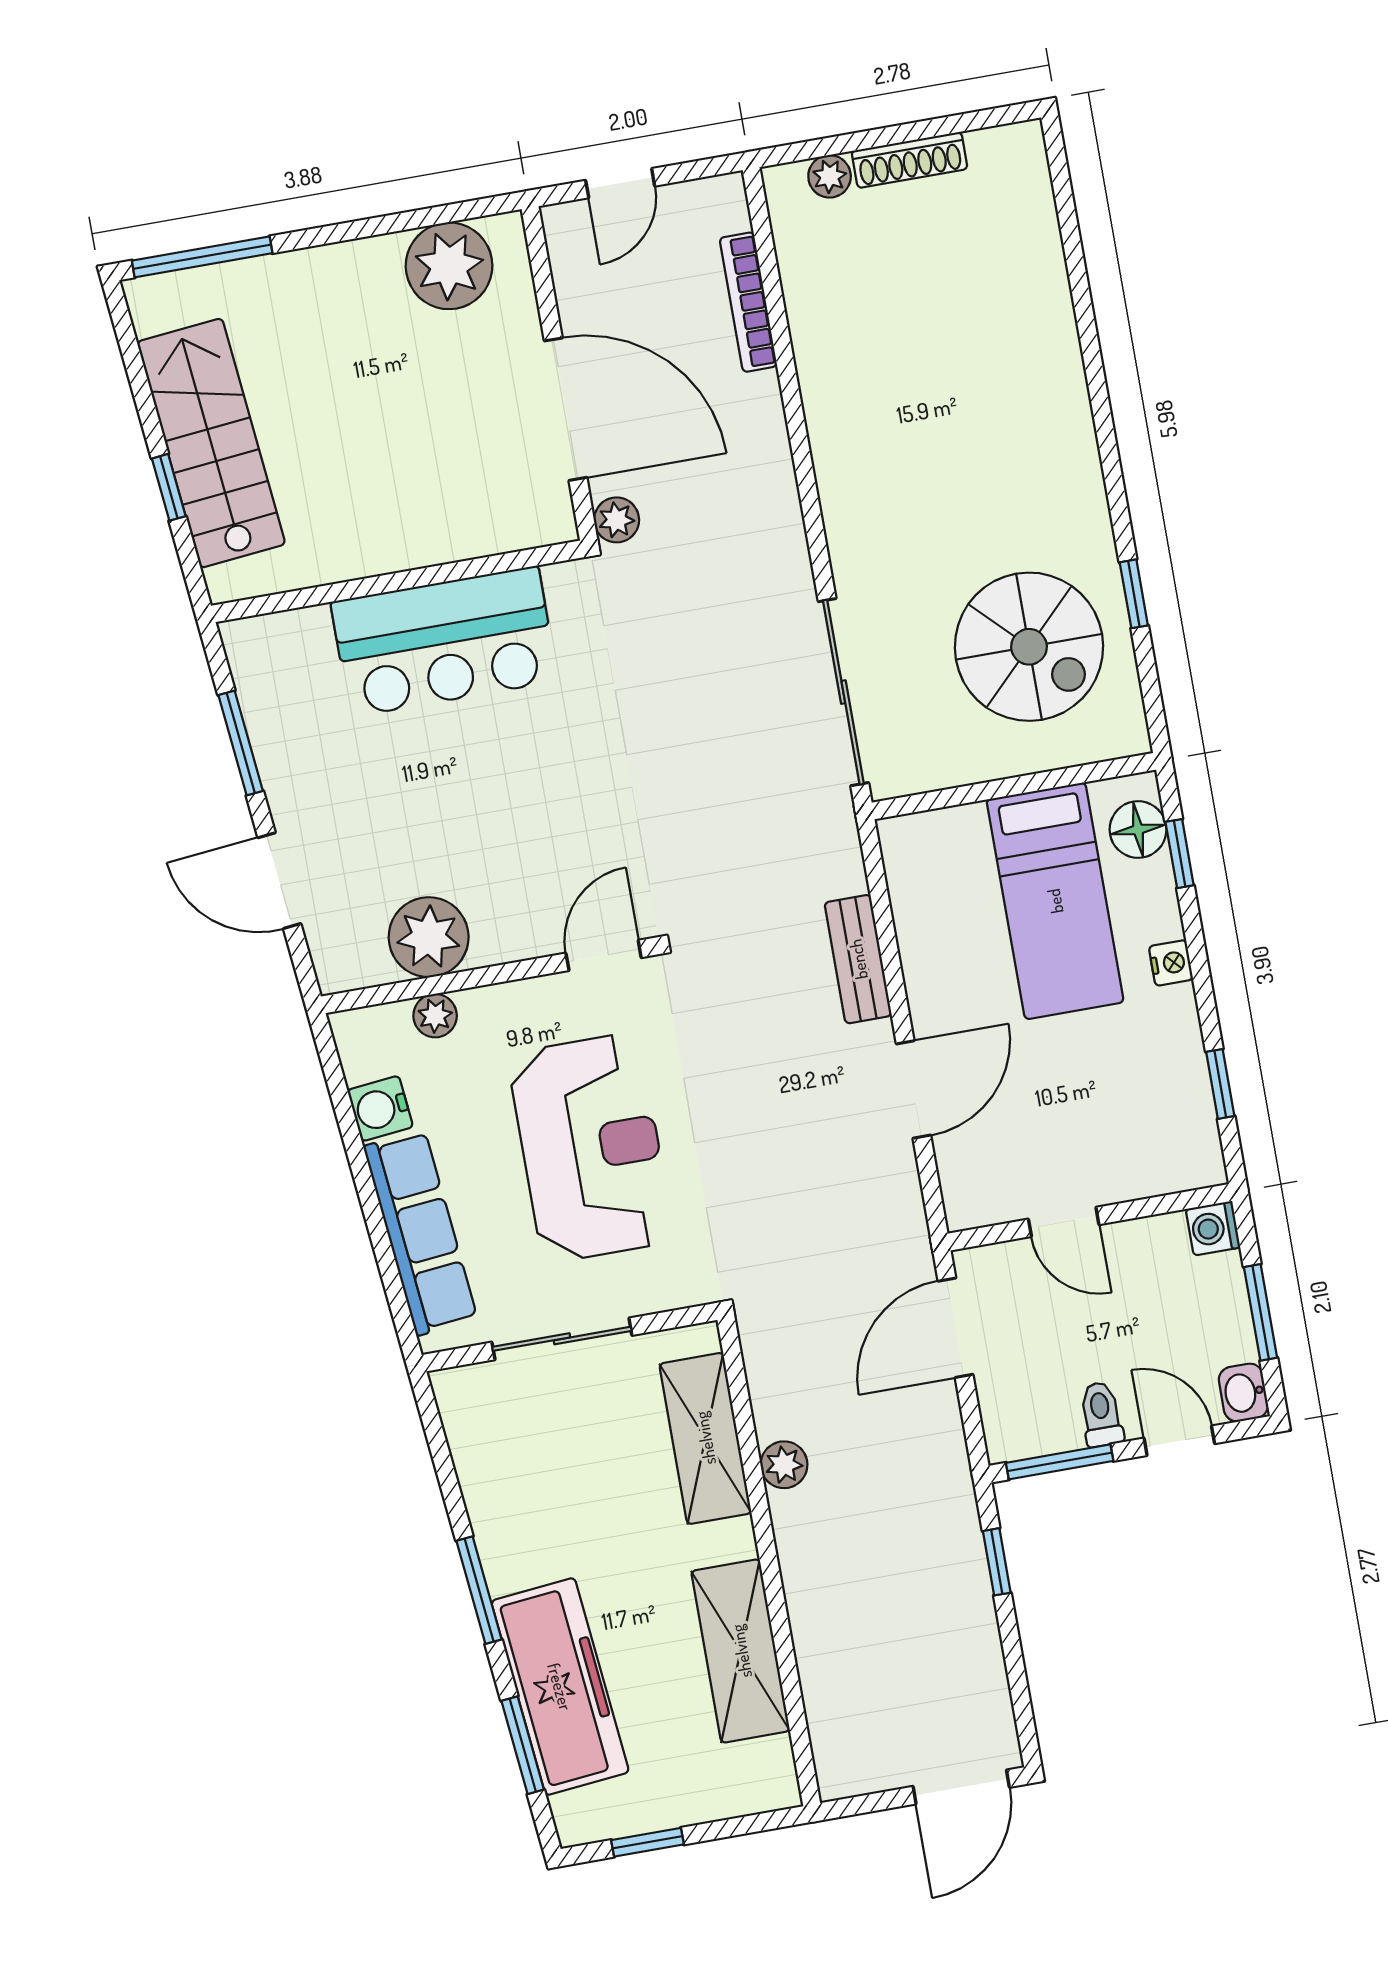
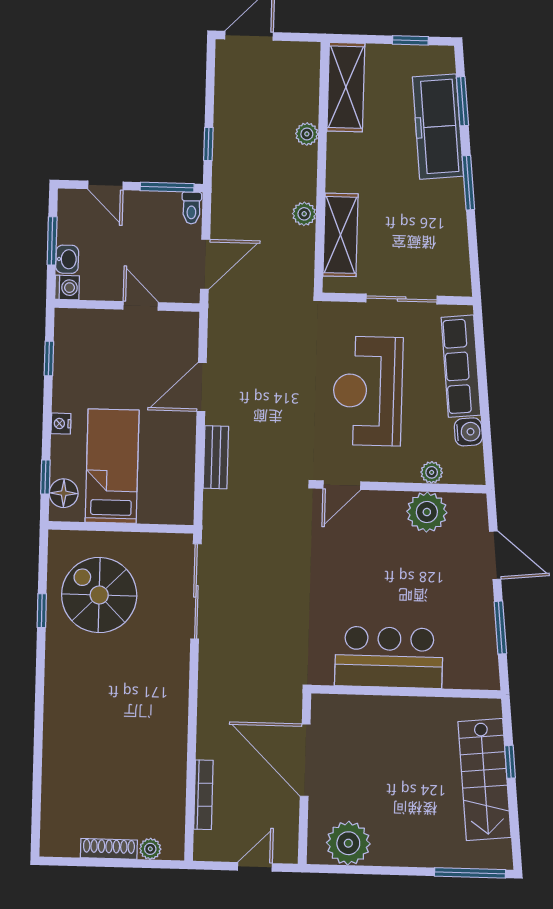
plant: (617, 520) -> (307, 134), moved
washbasin: (1243, 1393) -> (67, 259), moved
toilet: (1101, 1414) -> (192, 208), moved
shelving: (741, 1651) -> (346, 87), moved

